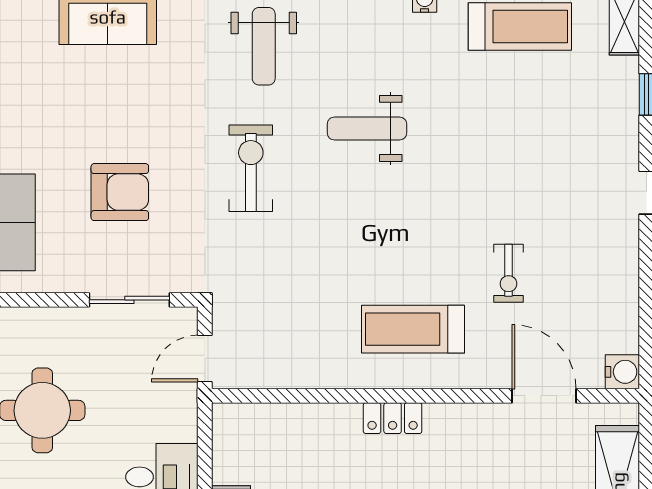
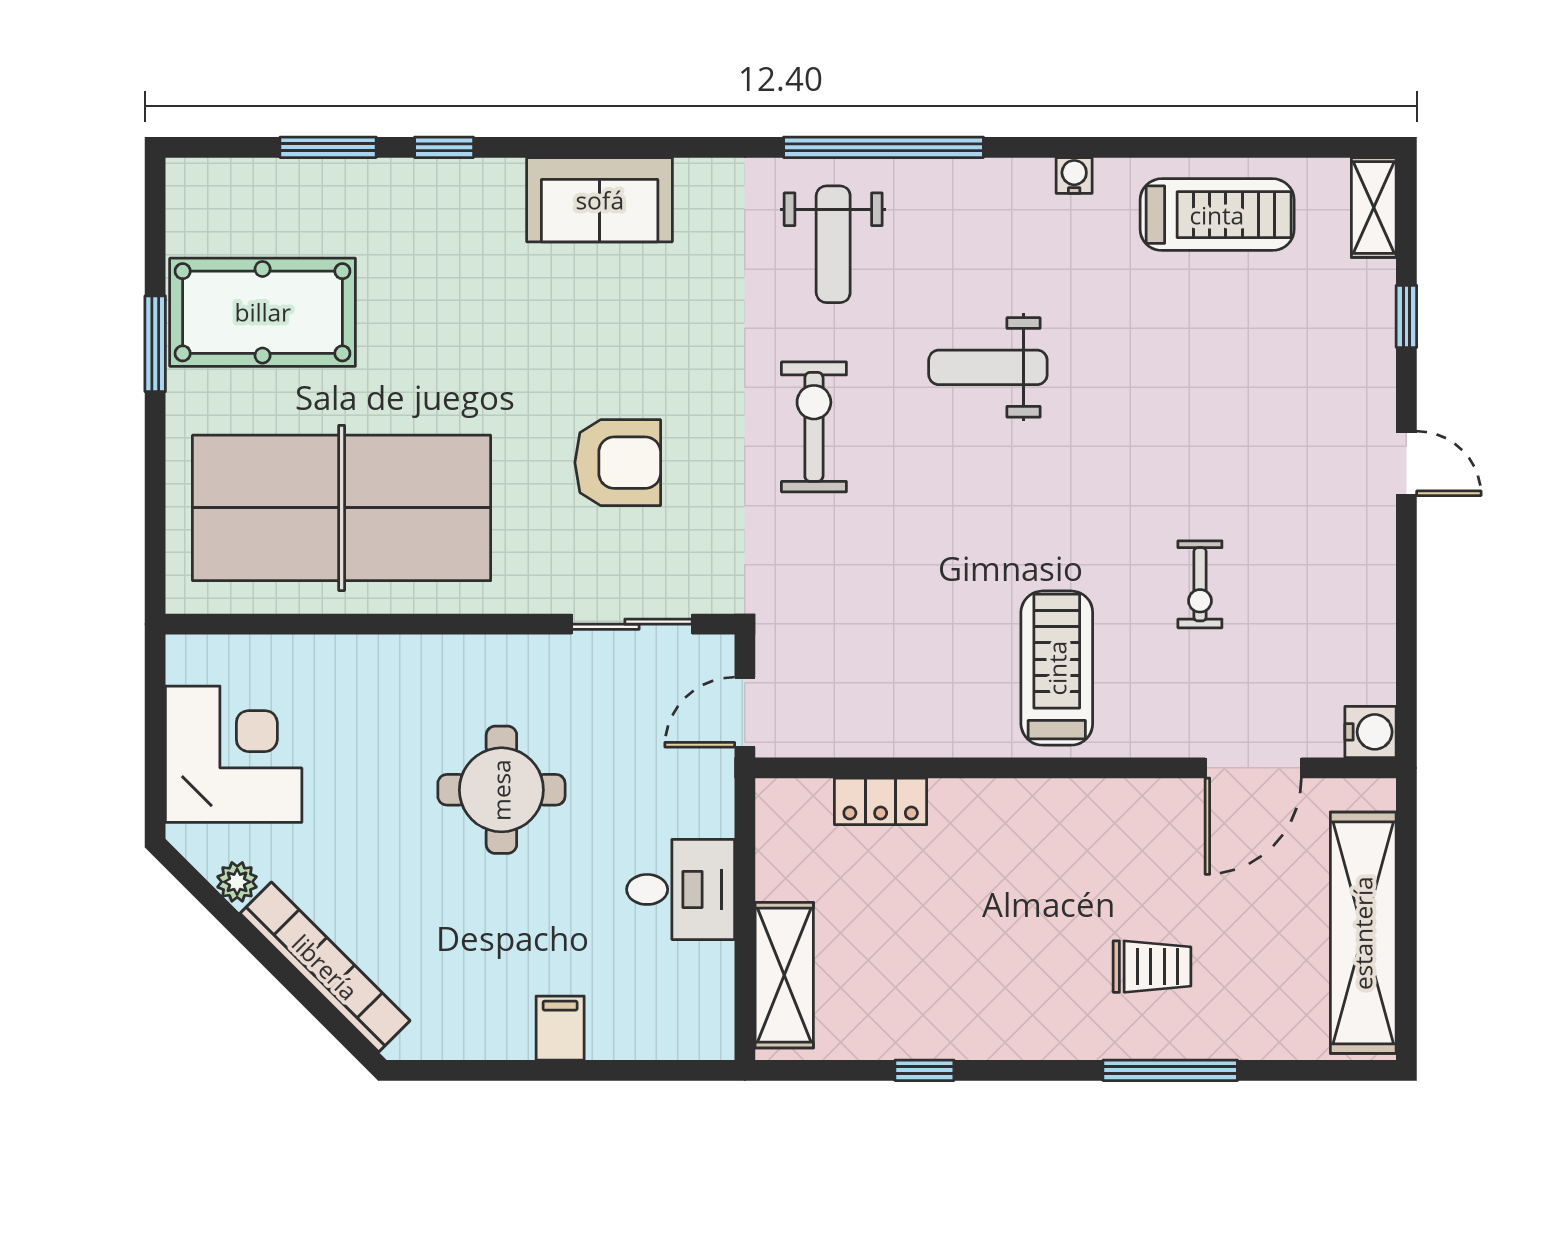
treadmill: (413, 329) -> (1057, 668), turned 90
door: (544, 396) -> (1253, 768), swing flipped
locker: (393, 418) -> (881, 801), moved

